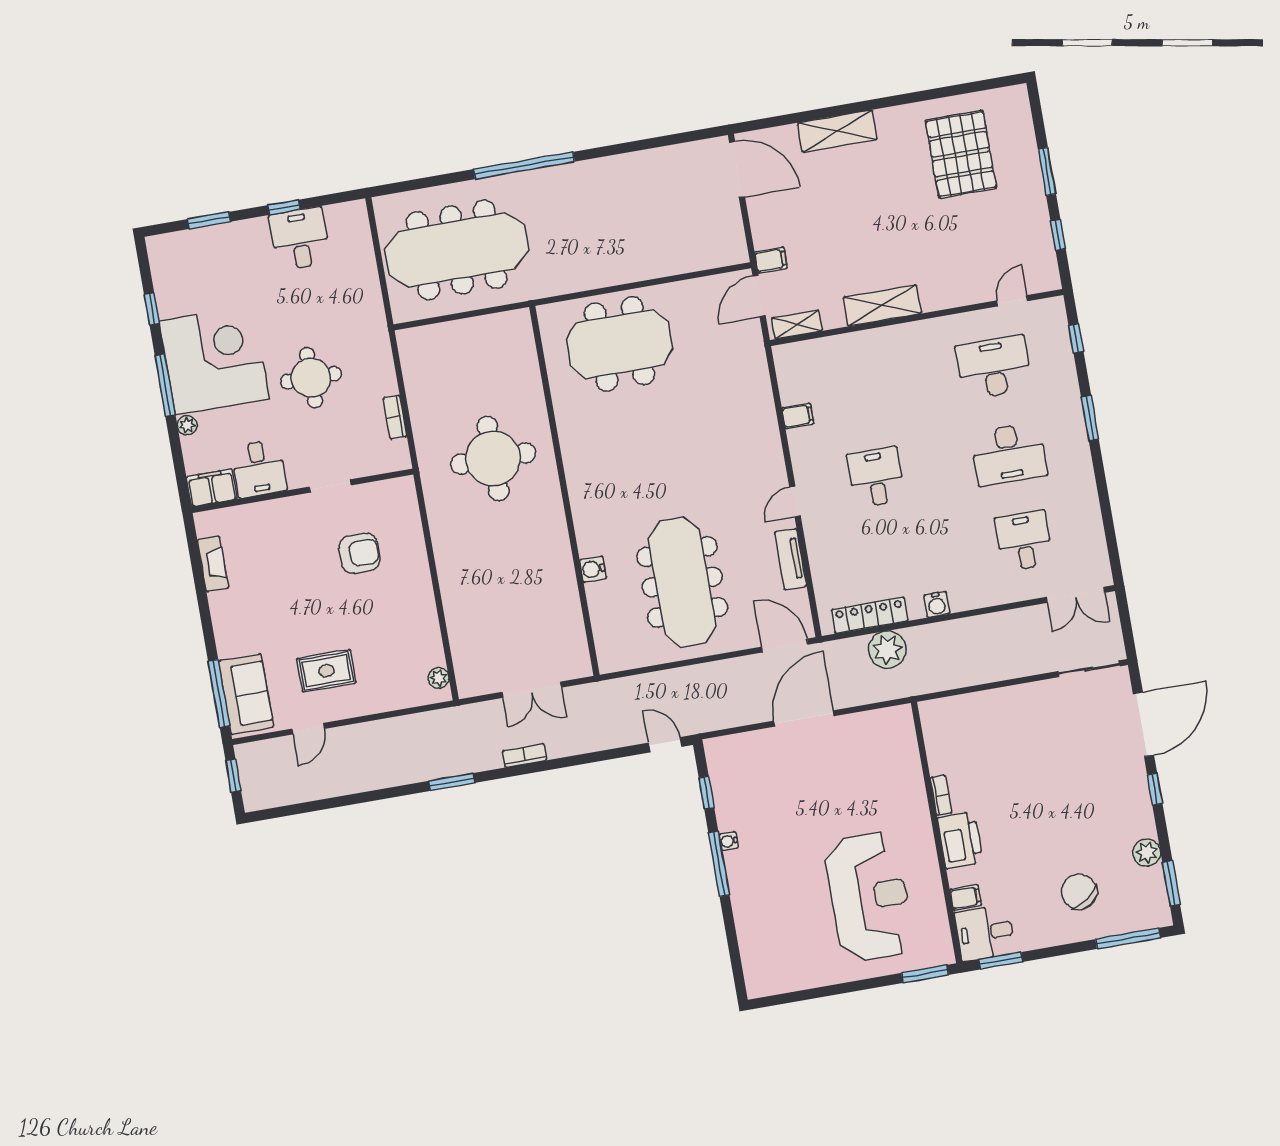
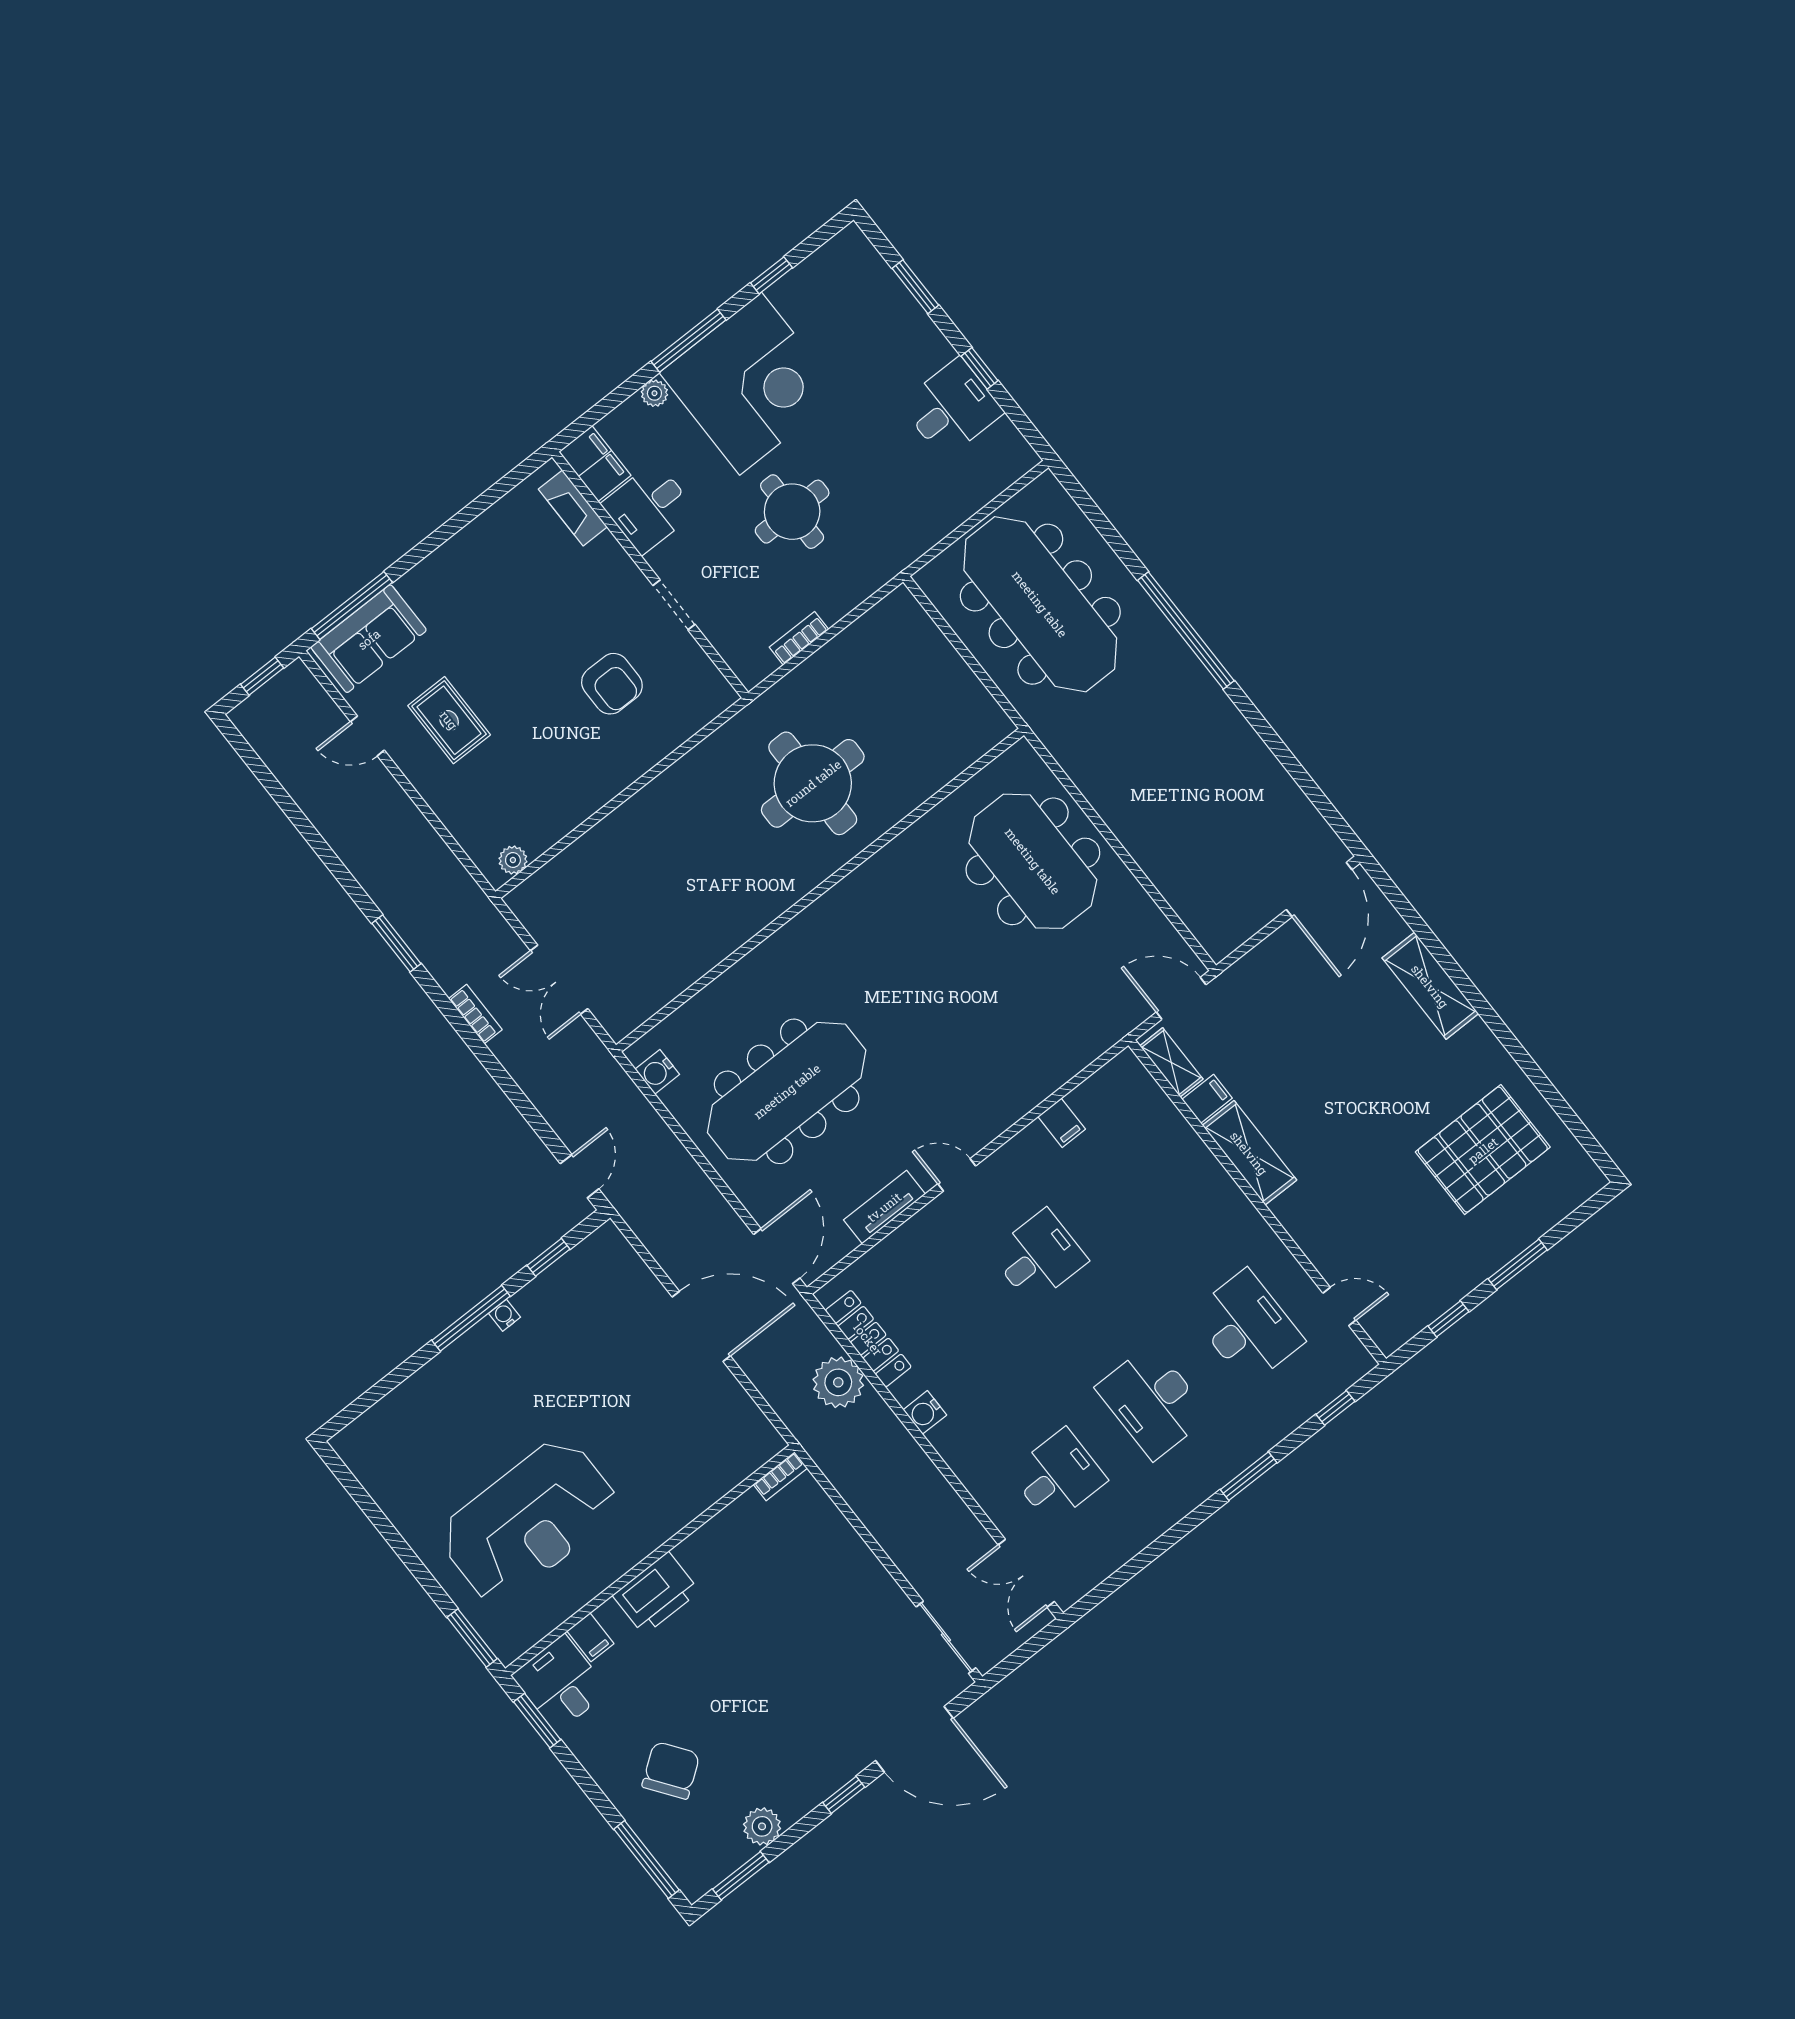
filing cabinet: (771, 260) -> (1207, 1099), moved, turned -90
fireplace: (213, 564) -> (573, 508), moved, turned 90
water cooler: (593, 569) -> (657, 1072), moved, turned -90
bookcase: (941, 795) -> (780, 1476), moved

